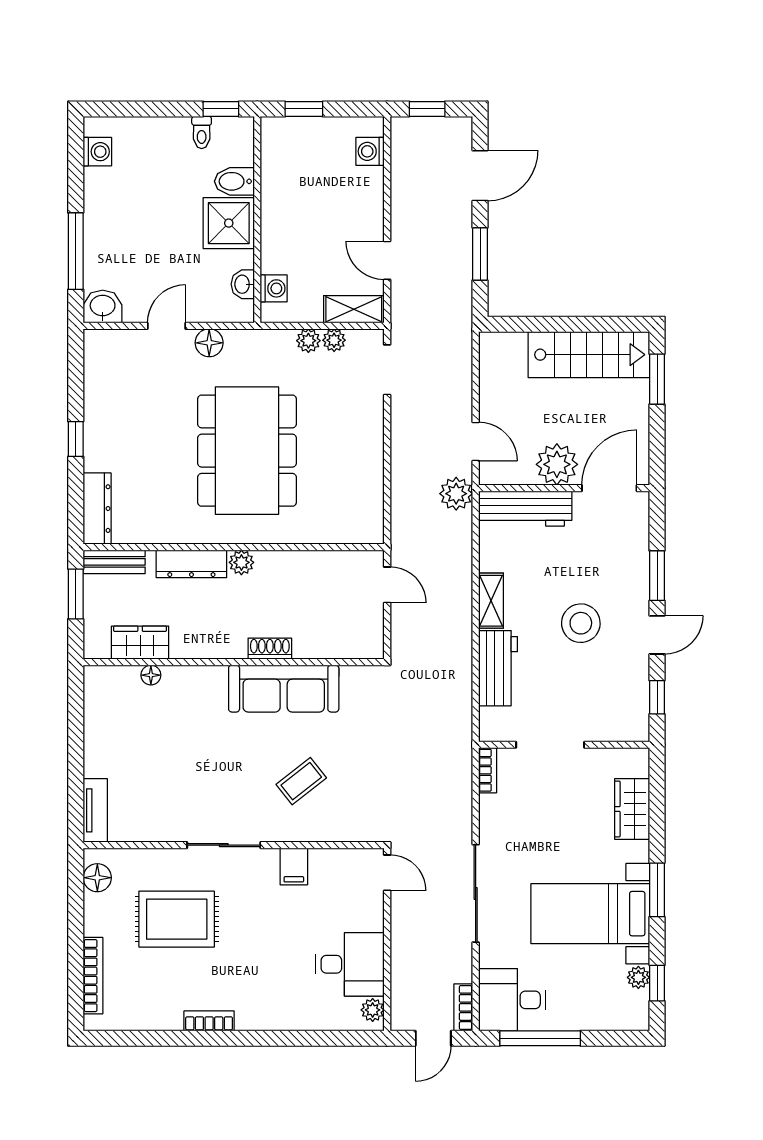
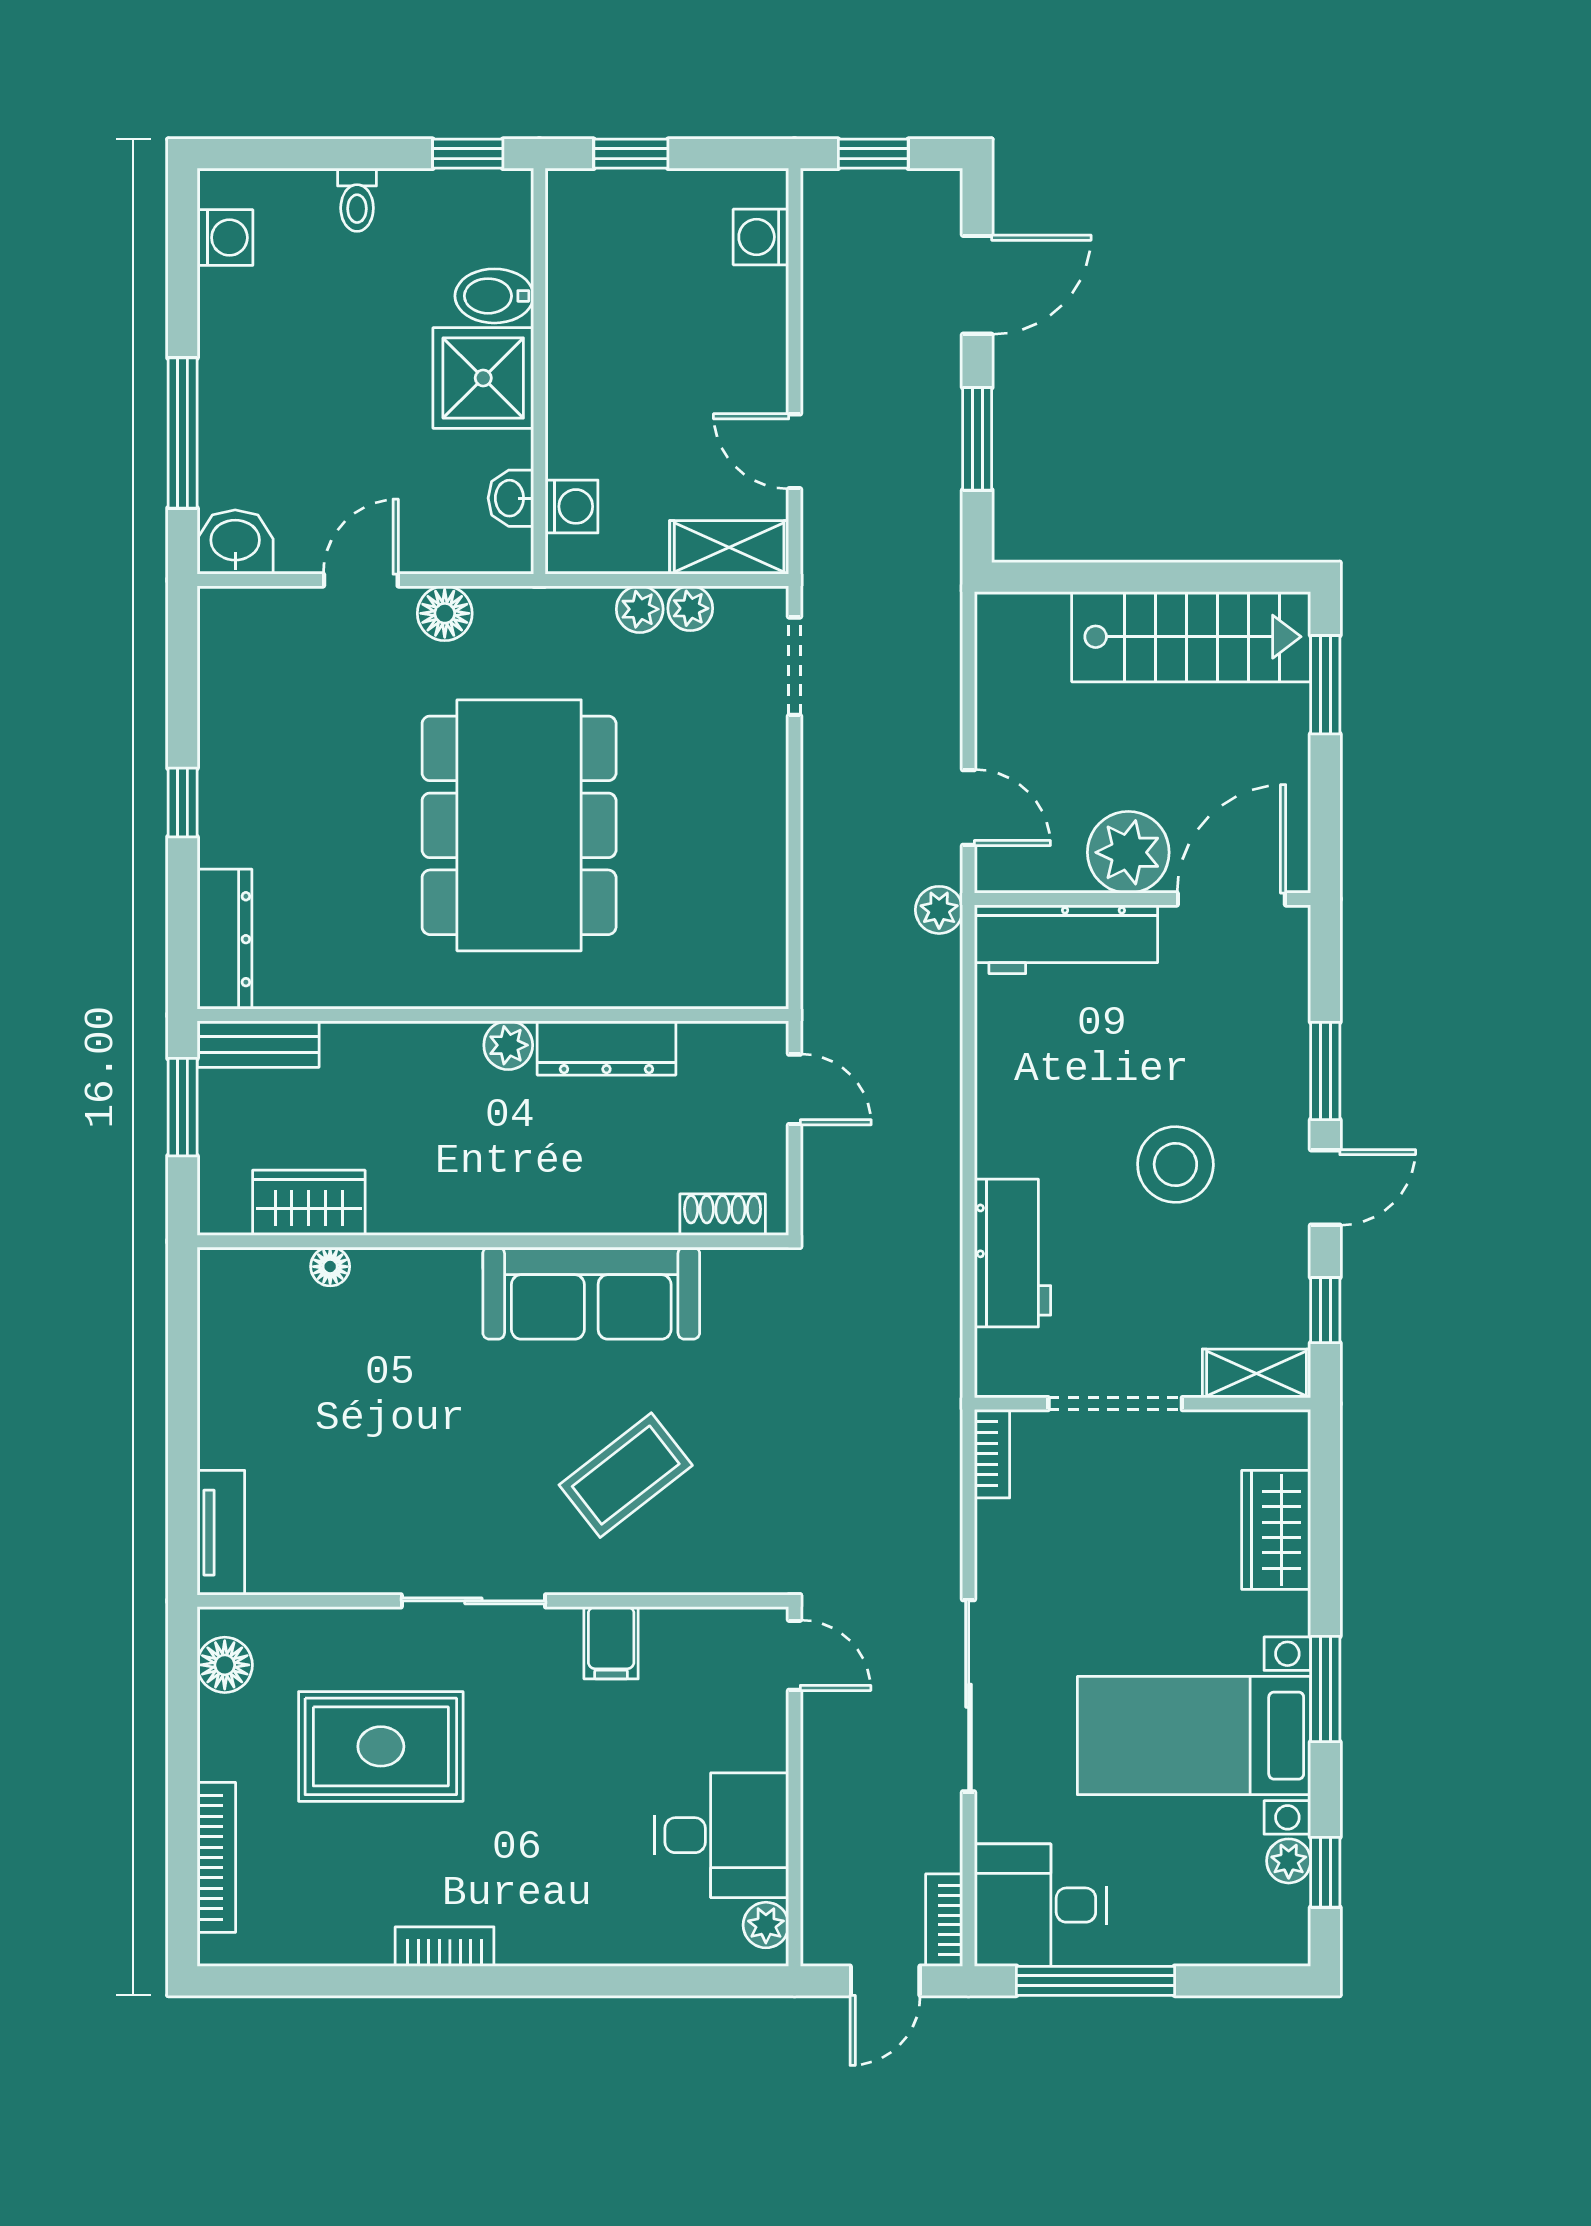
toilet: (202, 132) -> (357, 200), moved
plant: (456, 494) -> (939, 910), width x0.73, depth x0.73
dresser: (191, 564) -> (606, 1048), moved
shelving: (491, 601) -> (1257, 1373), moved, turned 90
shoe rack: (270, 649) -> (723, 1215), moved
coffee table: (301, 781) -> (626, 1475), width x1.36, depth x1.30

